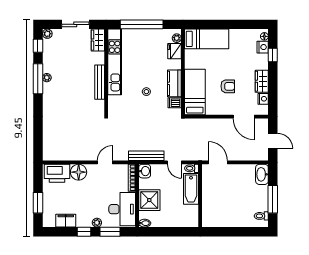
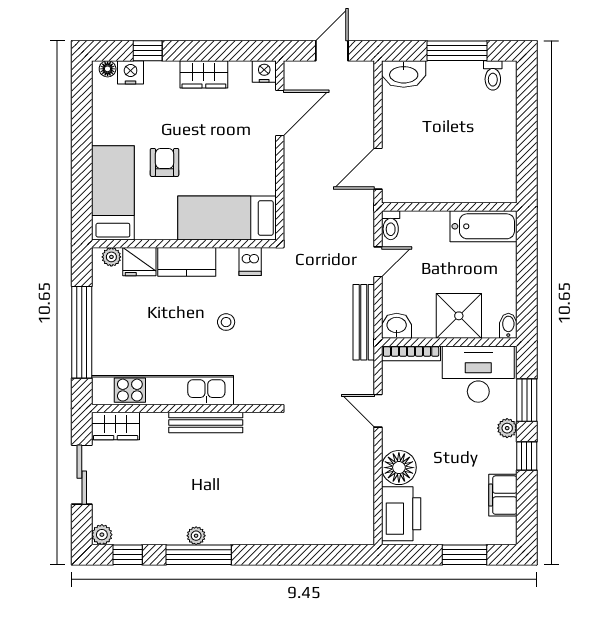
kitchen counter: (174, 83) -> (187, 262), moved
armchair: (228, 86) -> (165, 162), moved
nightstand: (263, 99) -> (264, 71), moved
bathtub: (191, 189) -> (484, 226), moved

